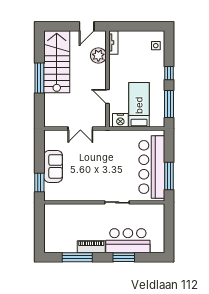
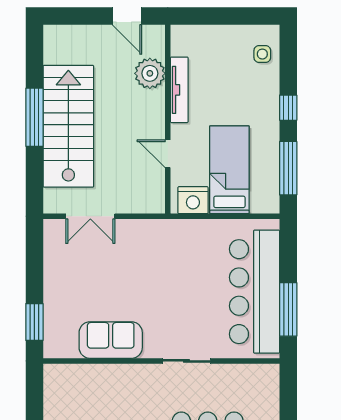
door: (87, 26) -> (127, 16), hinge flipped
tv unit: (113, 42) -> (179, 90), moved, width x1.41
stairs: (57, 62) -> (68, 126), moved
double door: (80, 129) -> (90, 216), moved
sofa: (53, 166) -> (111, 340), moved, turned -90

